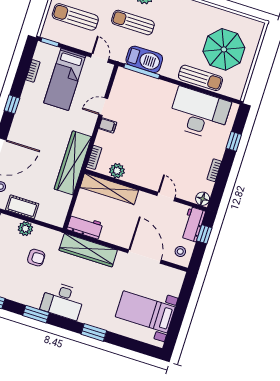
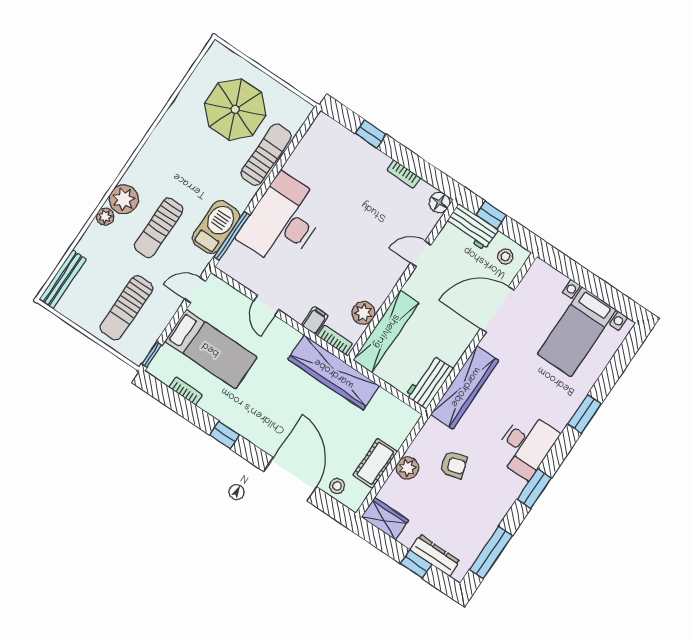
desk: (199, 113) -> (283, 221), moved
filing cabinet: (108, 125) -> (315, 321), moved
armchair: (36, 258) -> (453, 465), turned 74

